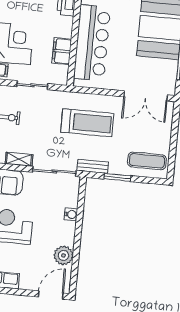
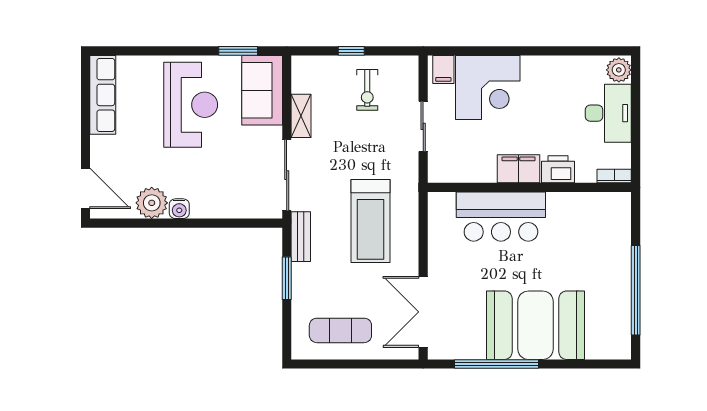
bar counter: (92, 43) -> (501, 217), width x0.73
filing cabinet: (62, 51) -> (519, 169), moved
exercise mat: (147, 161) -> (340, 330), moved, turned 90
water cooler: (71, 214) -> (179, 209), moved

